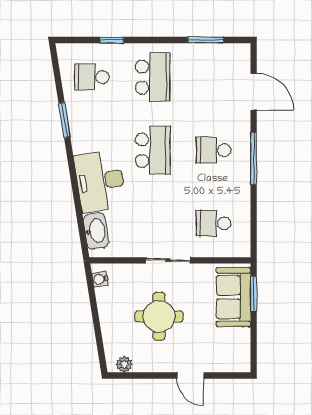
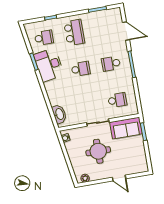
school desk: (92, 77) -> (44, 38), turned 180
school desk: (153, 150) -> (81, 69), width x0.54
desk: (100, 181) -> (49, 65), moved
school desk: (213, 223) -> (117, 100), turned 180
sofa: (233, 297) -> (126, 128), moved, turned -90

